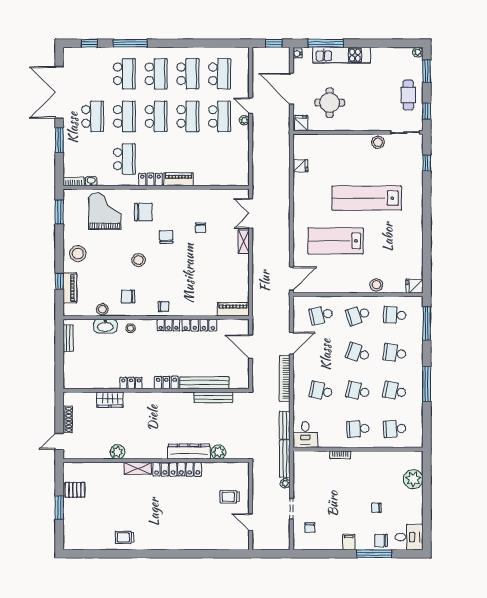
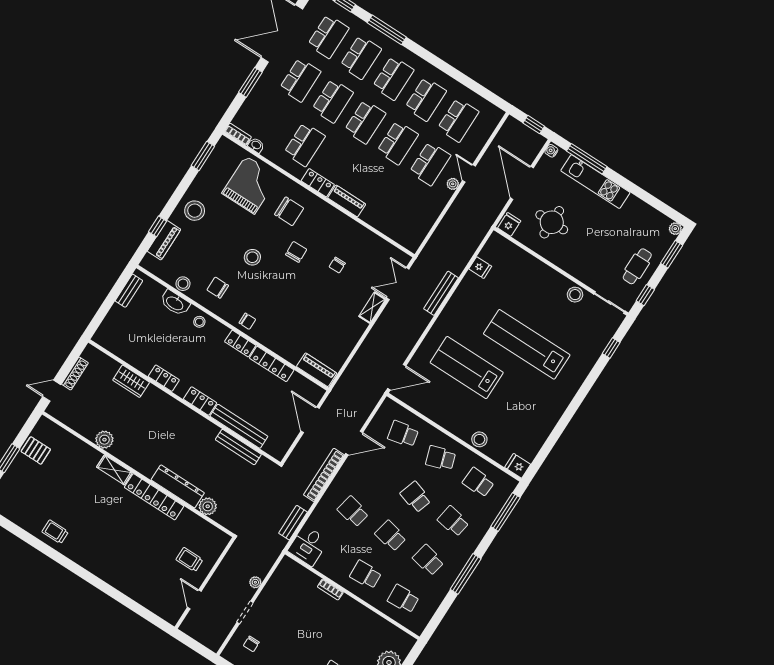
school desk: (93, 74) -> (328, 36), added
bench: (285, 459) -> (441, 293), moved

